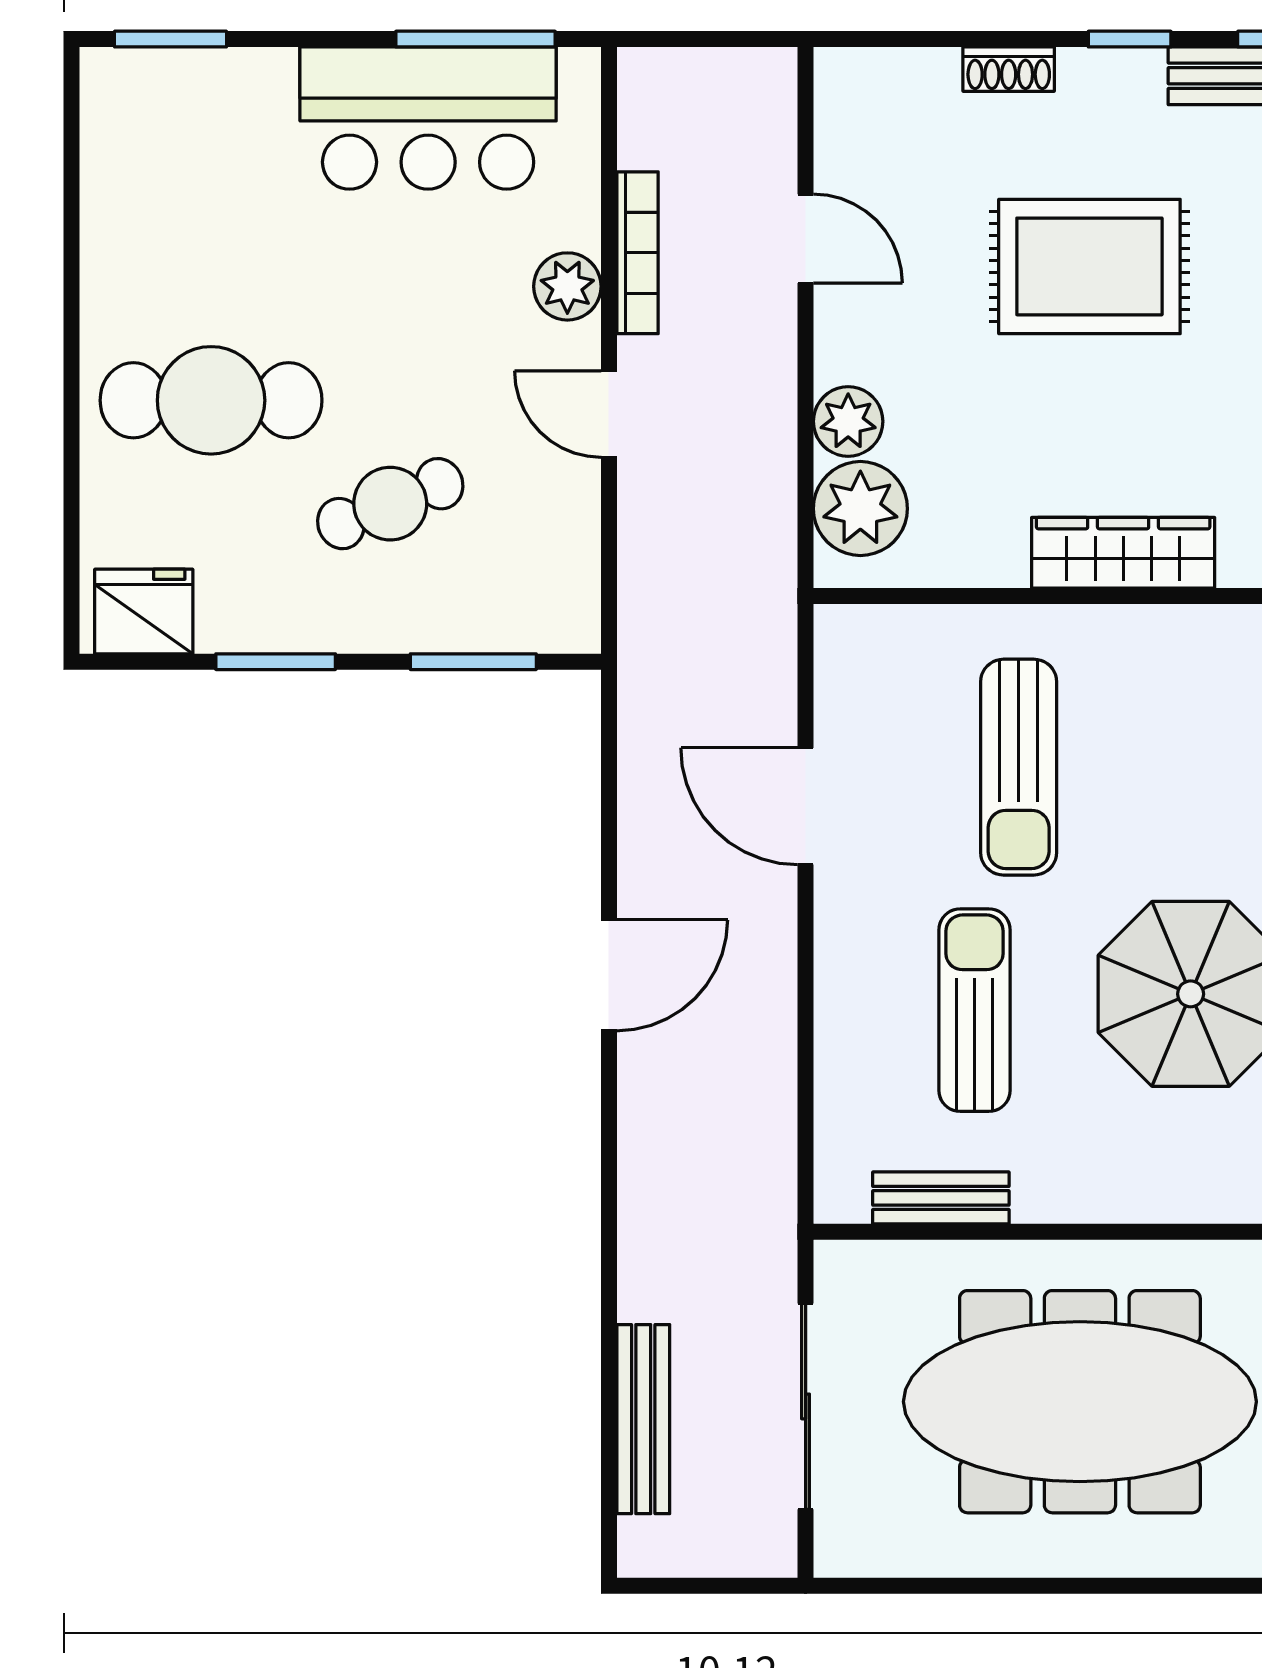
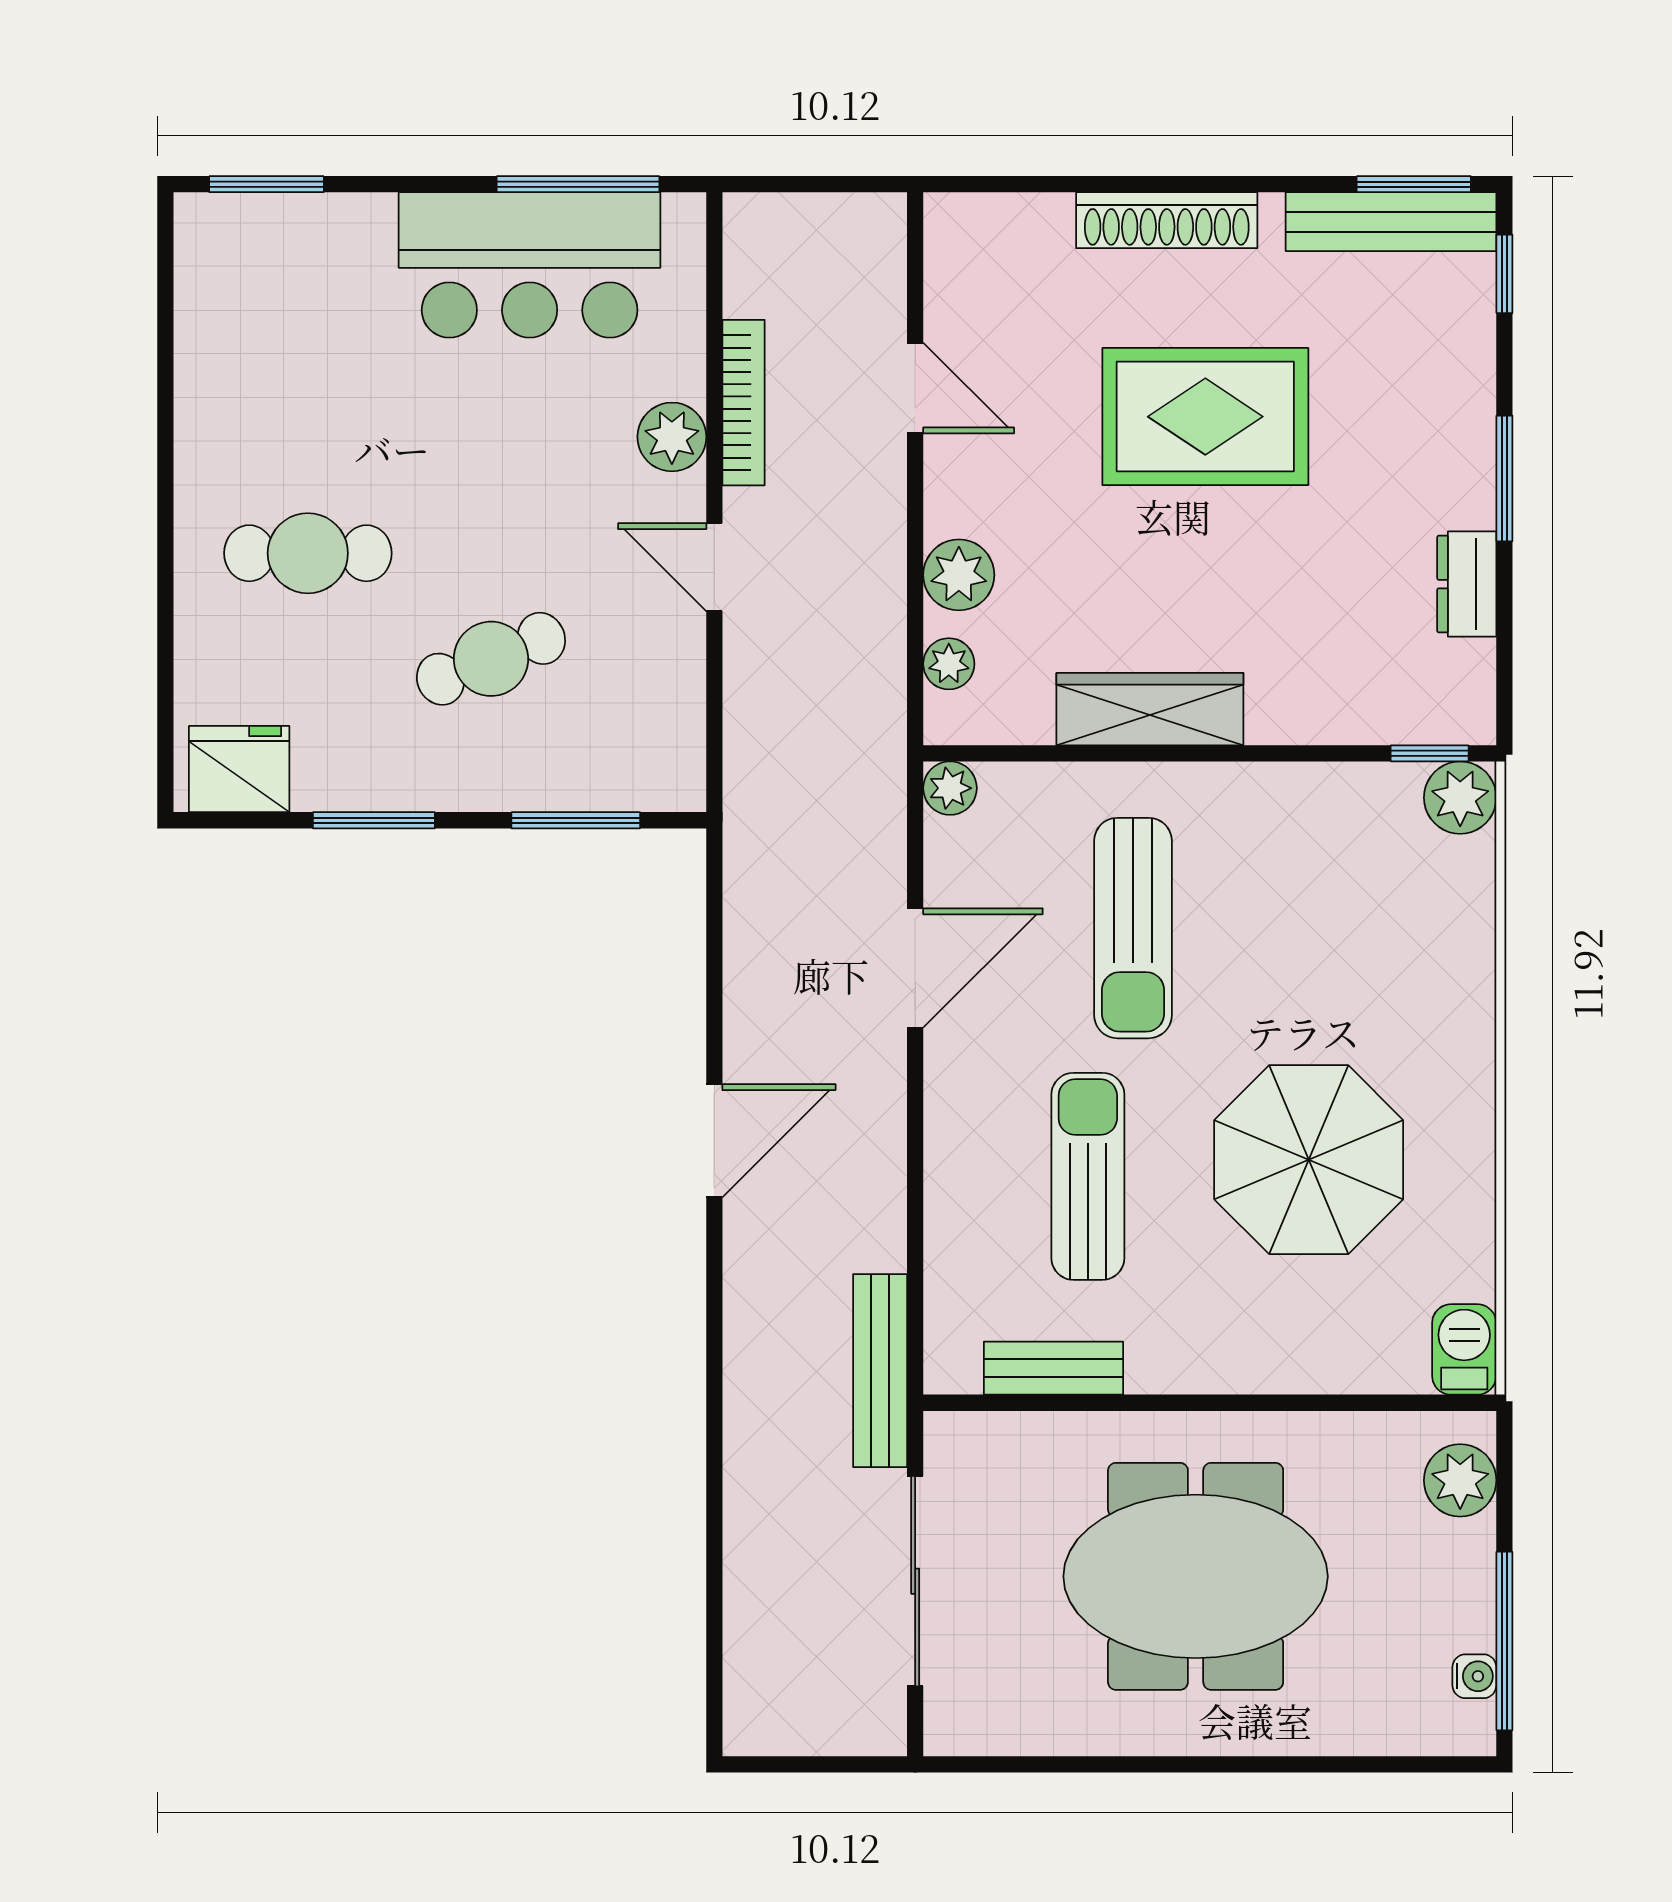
window: (1130, 39) -> (1246, 184), removed
shoe rack: (1009, 69) -> (1167, 220), width x1.94, depth x1.24
cafe table: (211, 400) -> (308, 553), width x0.73, depth x0.74
plant: (860, 509) -> (949, 664), width x0.53, depth x0.53
wardrobe: (1123, 553) -> (1150, 709), moved
plant: (840, 630) -> (950, 788), added
door: (806, 806) -> (915, 968), swing flipped
meeting table: (1080, 1402) -> (1196, 1576), width x0.73
bench: (643, 1419) -> (880, 1371), moved

